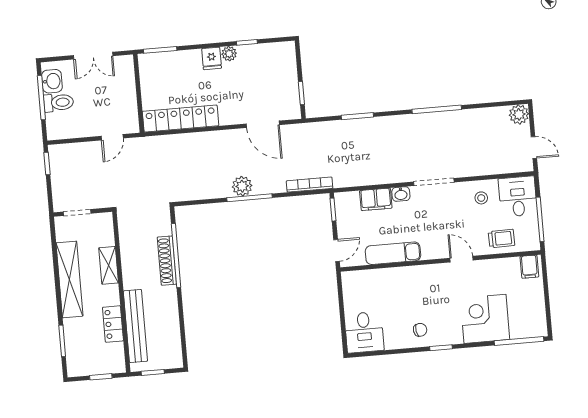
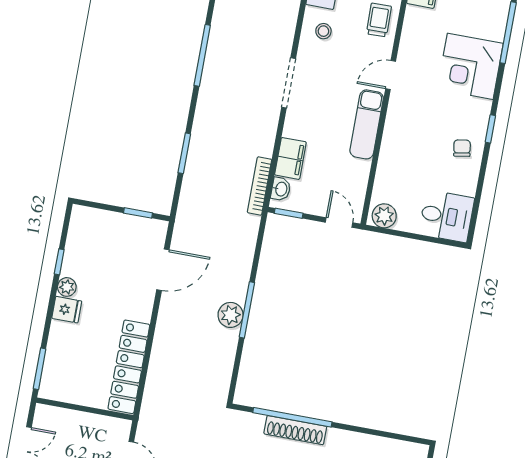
bookcase: (310, 185) -> (259, 186), moved
washbasin: (401, 194) -> (281, 189), moved
exam couch: (393, 253) -> (367, 124), moved
plant: (351, 284) -> (384, 216), added

